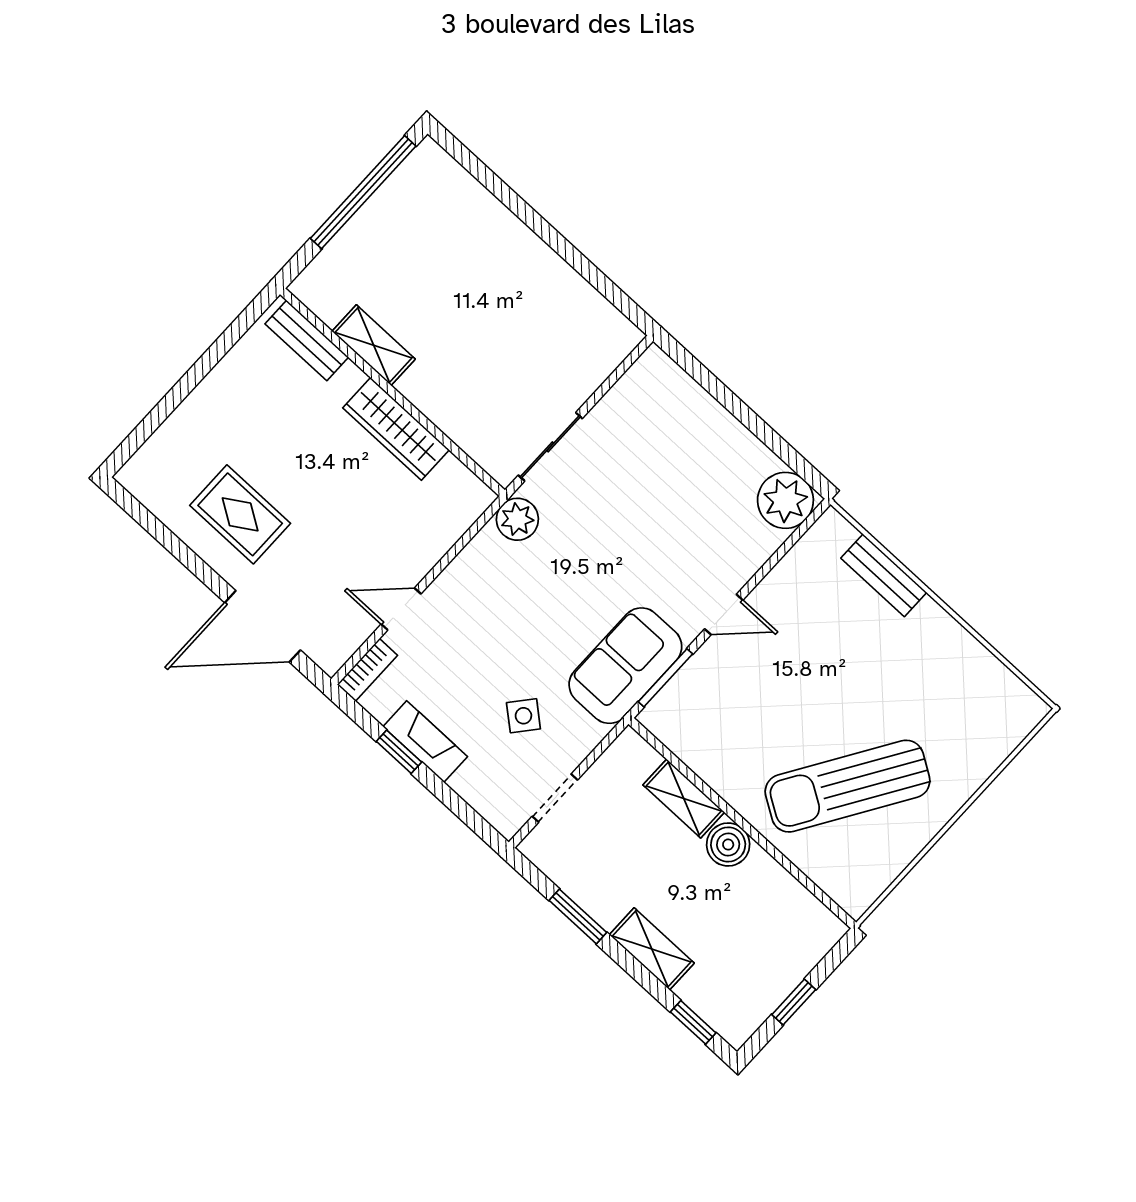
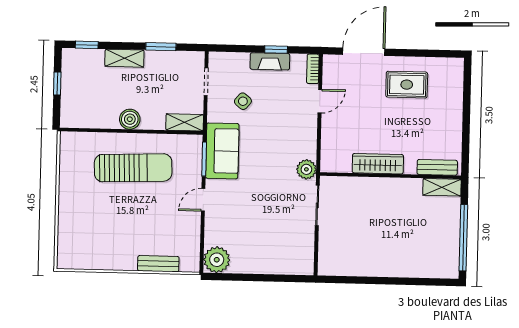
shelving: (374, 345) -> (442, 187), moved
sun lounger: (848, 786) -> (133, 168), moved, turned 56
shelving: (684, 798) -> (185, 122), moved

